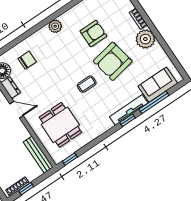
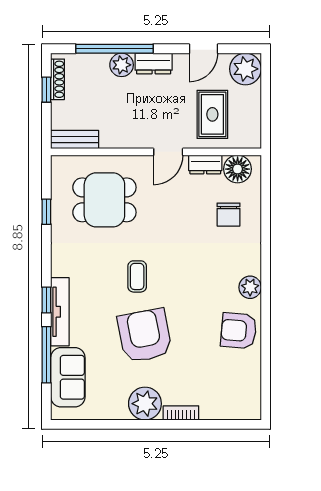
armchair: (93, 34) -> (239, 331), moved, turned 95
bench: (38, 155) -> (75, 139), width x0.73
window: (70, 159) -> (46, 212), moved

